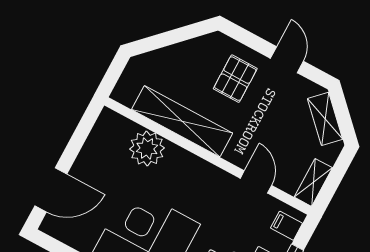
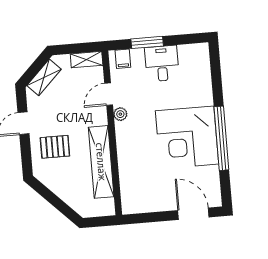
plant: (147, 148) -> (120, 114), moved, width x0.53, depth x0.53

